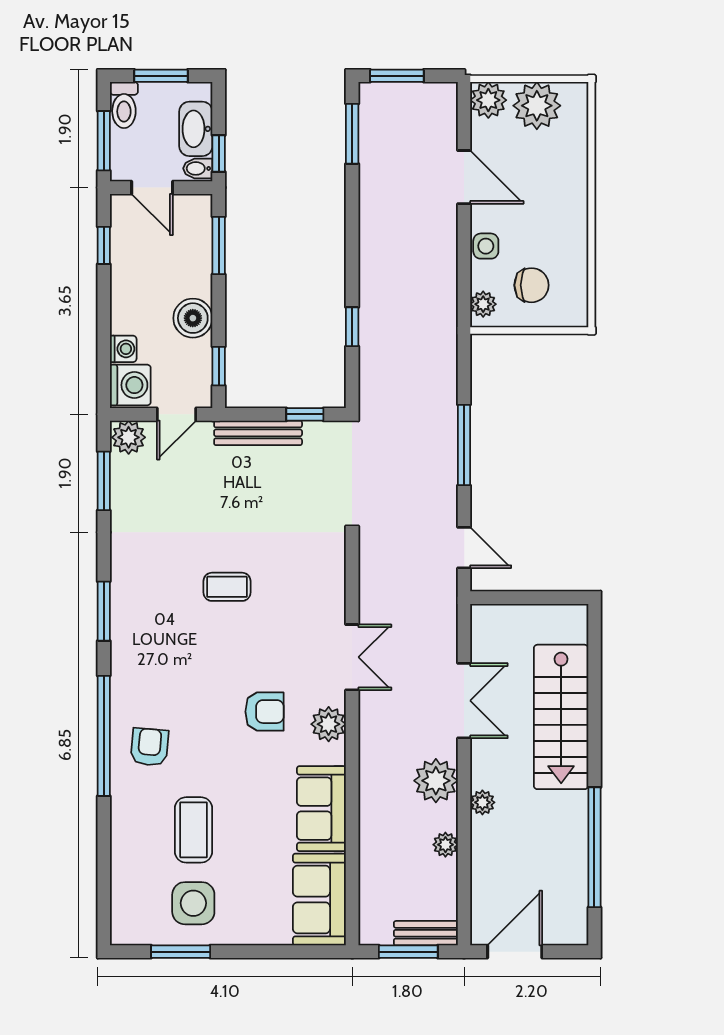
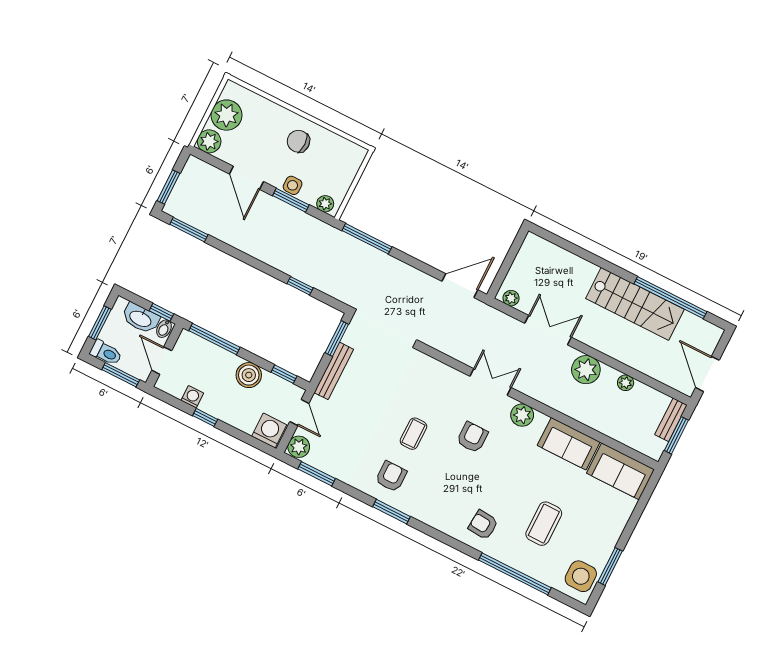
door: (464, 177) -> (246, 178), swing flipped
door: (152, 188) -> (162, 361), swing flipped
window: (104, 245) -> (205, 417), moved
window: (219, 245) -> (214, 339), width x1.44
window: (464, 254) -> (291, 200), added
chair: (531, 285) -> (298, 141), moved, turned -90
washing machine: (123, 349) -> (192, 397), moved
window: (305, 414) -> (337, 338), width x1.50
window: (464, 445) -> (367, 239), moved
door: (464, 548) -> (460, 286), width x1.38
armchair: (152, 586) -> (391, 476), added
armchair: (265, 712) -> (472, 437), moved
stairs: (561, 717) -> (635, 304), moved
window: (104, 736) -> (515, 574), moved
plant: (482, 802) -> (511, 298), moved
coffee table: (194, 830) -> (544, 524), turned 90
side table: (193, 903) -> (581, 576), moved

